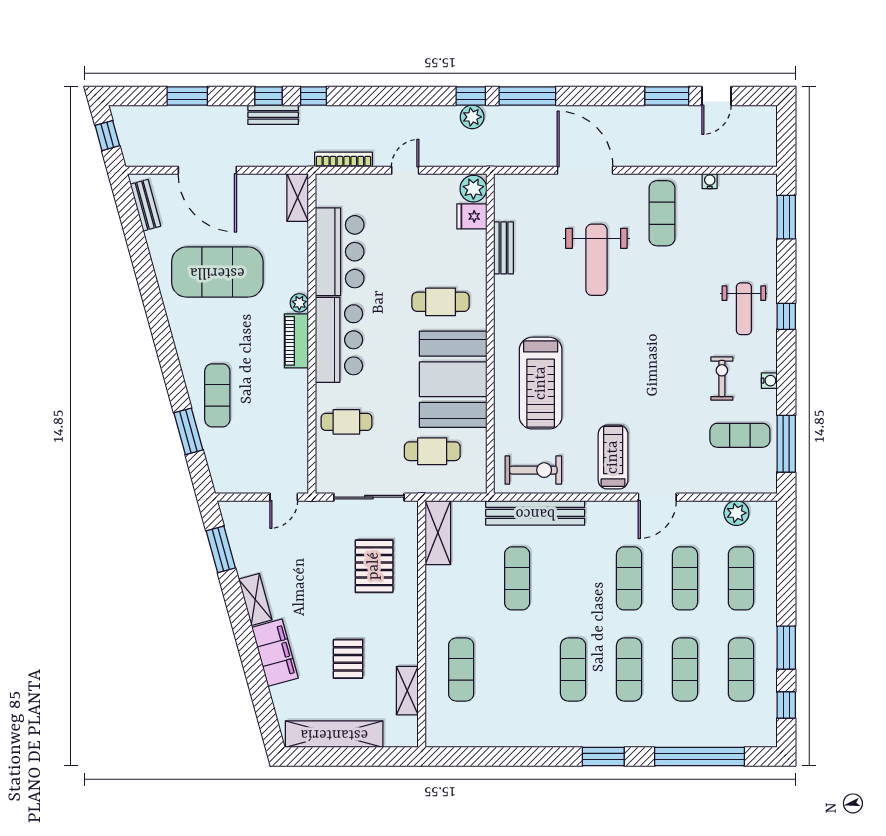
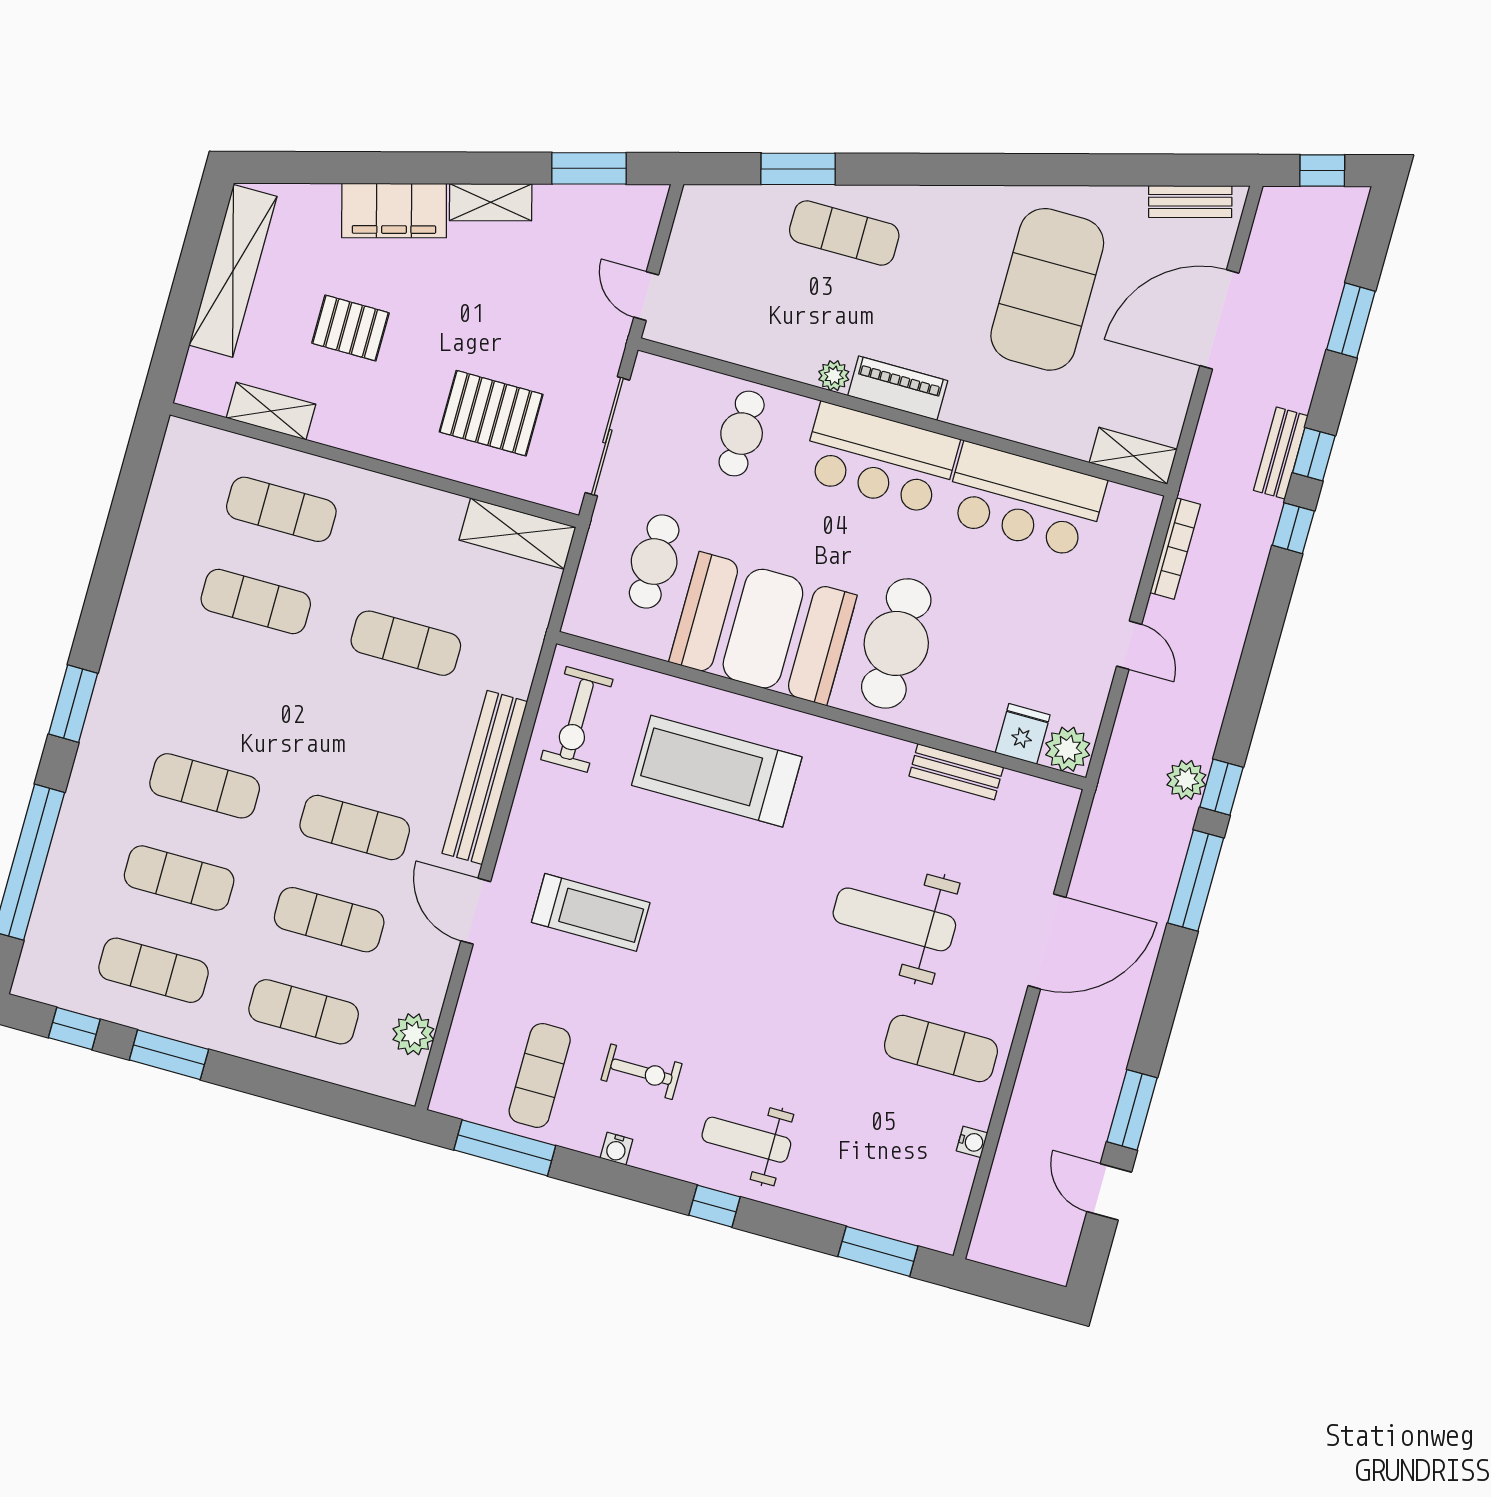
cafe table: (441, 302) -> (896, 643), width x1.37, depth x1.35
plant: (299, 303) -> (834, 376), moved
treadmill: (613, 457) -> (591, 912), moved
bench: (535, 513) -> (485, 777), moved
exercise mat: (573, 670) -> (256, 602), moved

